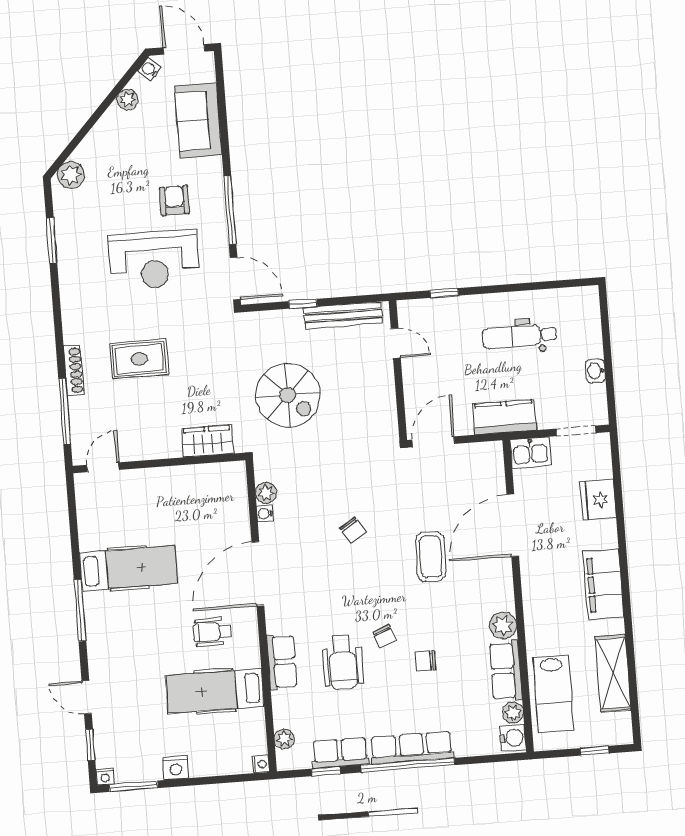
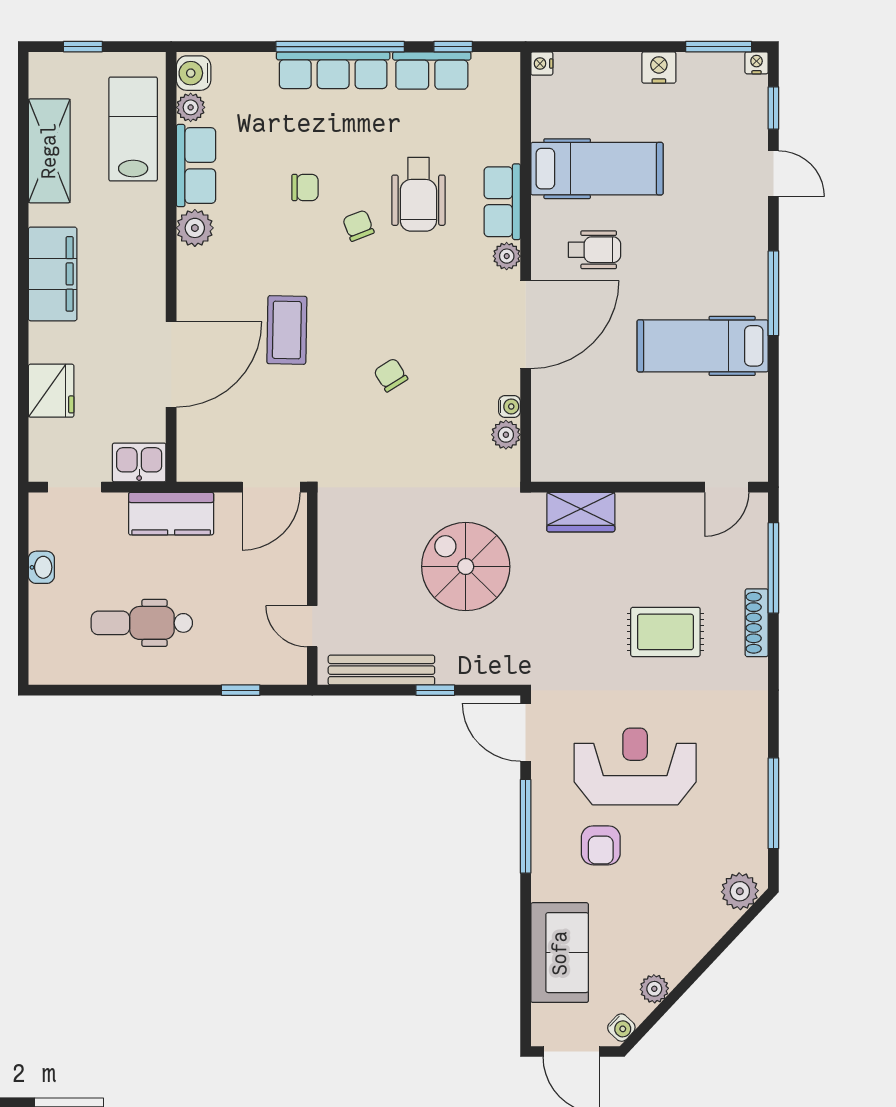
window: (52, 241) -> (773, 803), width x1.44
dental chair: (519, 336) -> (142, 623), turned 180
wheelchair: (343, 662) -> (418, 194), turned 180
plant: (284, 739) -> (507, 256), moved

